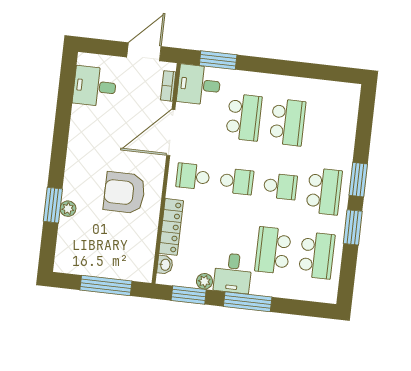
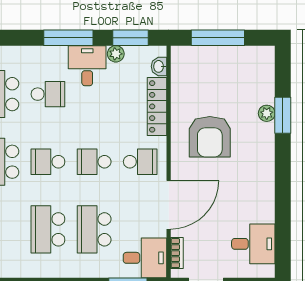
armchair: (124, 193) -> (210, 137), turned 90
school desk: (273, 250) -> (48, 94), width x0.54

